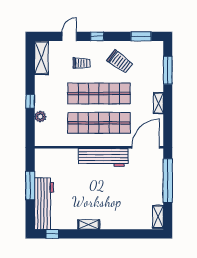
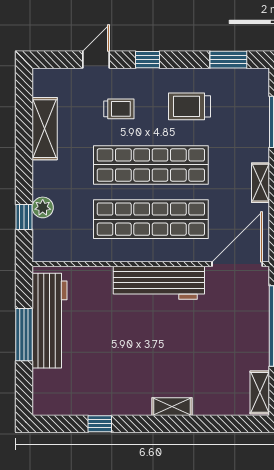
shelving: (41, 58) -> (45, 129), moved
trolley: (120, 62) -> (189, 106), turned 143
window: (30, 101) -> (24, 217), moved
workbench: (44, 204) -> (50, 321), moved
shelving: (89, 225) -> (172, 407), moved
window: (52, 234) -> (100, 424), moved

